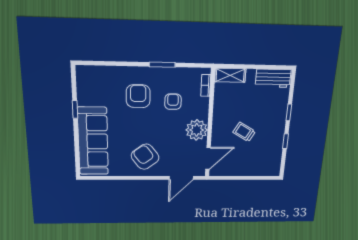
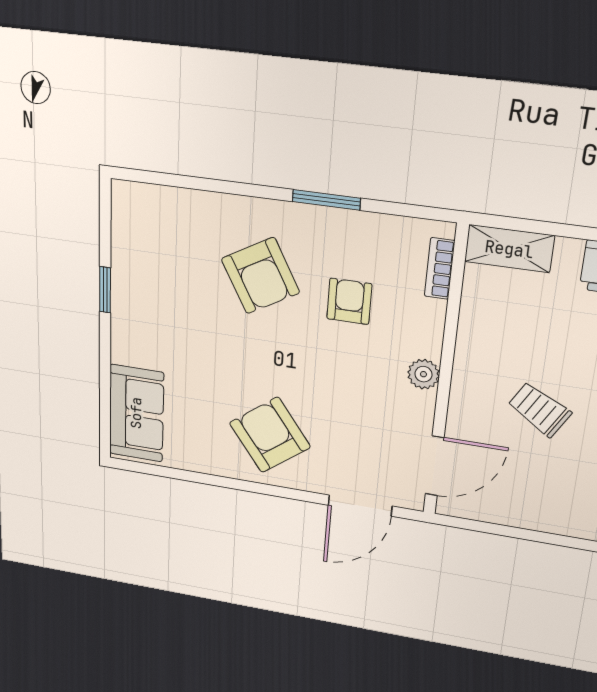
armchair: (138, 96) -> (260, 276), turned 151
plant: (197, 130) -> (423, 374), width x0.53, depth x0.53
sofa: (93, 141) -> (136, 413), width x0.54, depth x0.79

